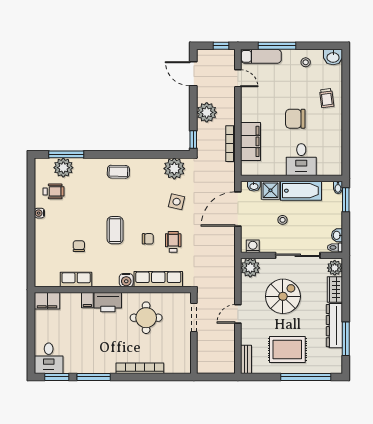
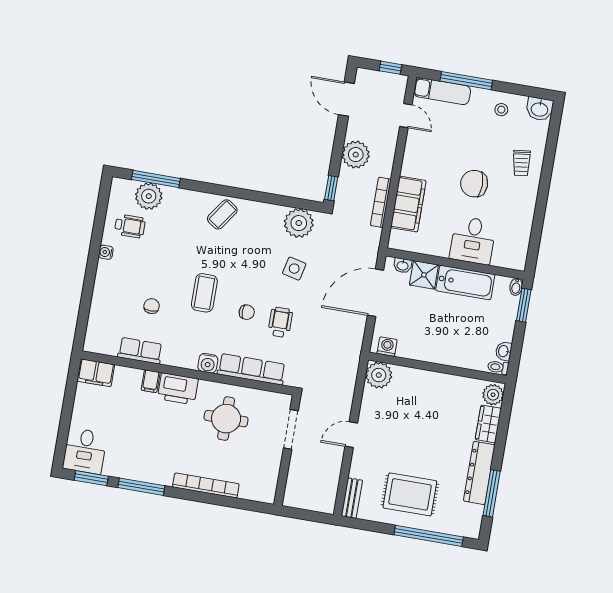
coffee table: (118, 172) -> (222, 214), turned -56
stool: (283, 220) -> (433, 318), removed
sliding door: (298, 255) -> (446, 369), removed
spiral stairs: (283, 296) -> (416, 421), removed

